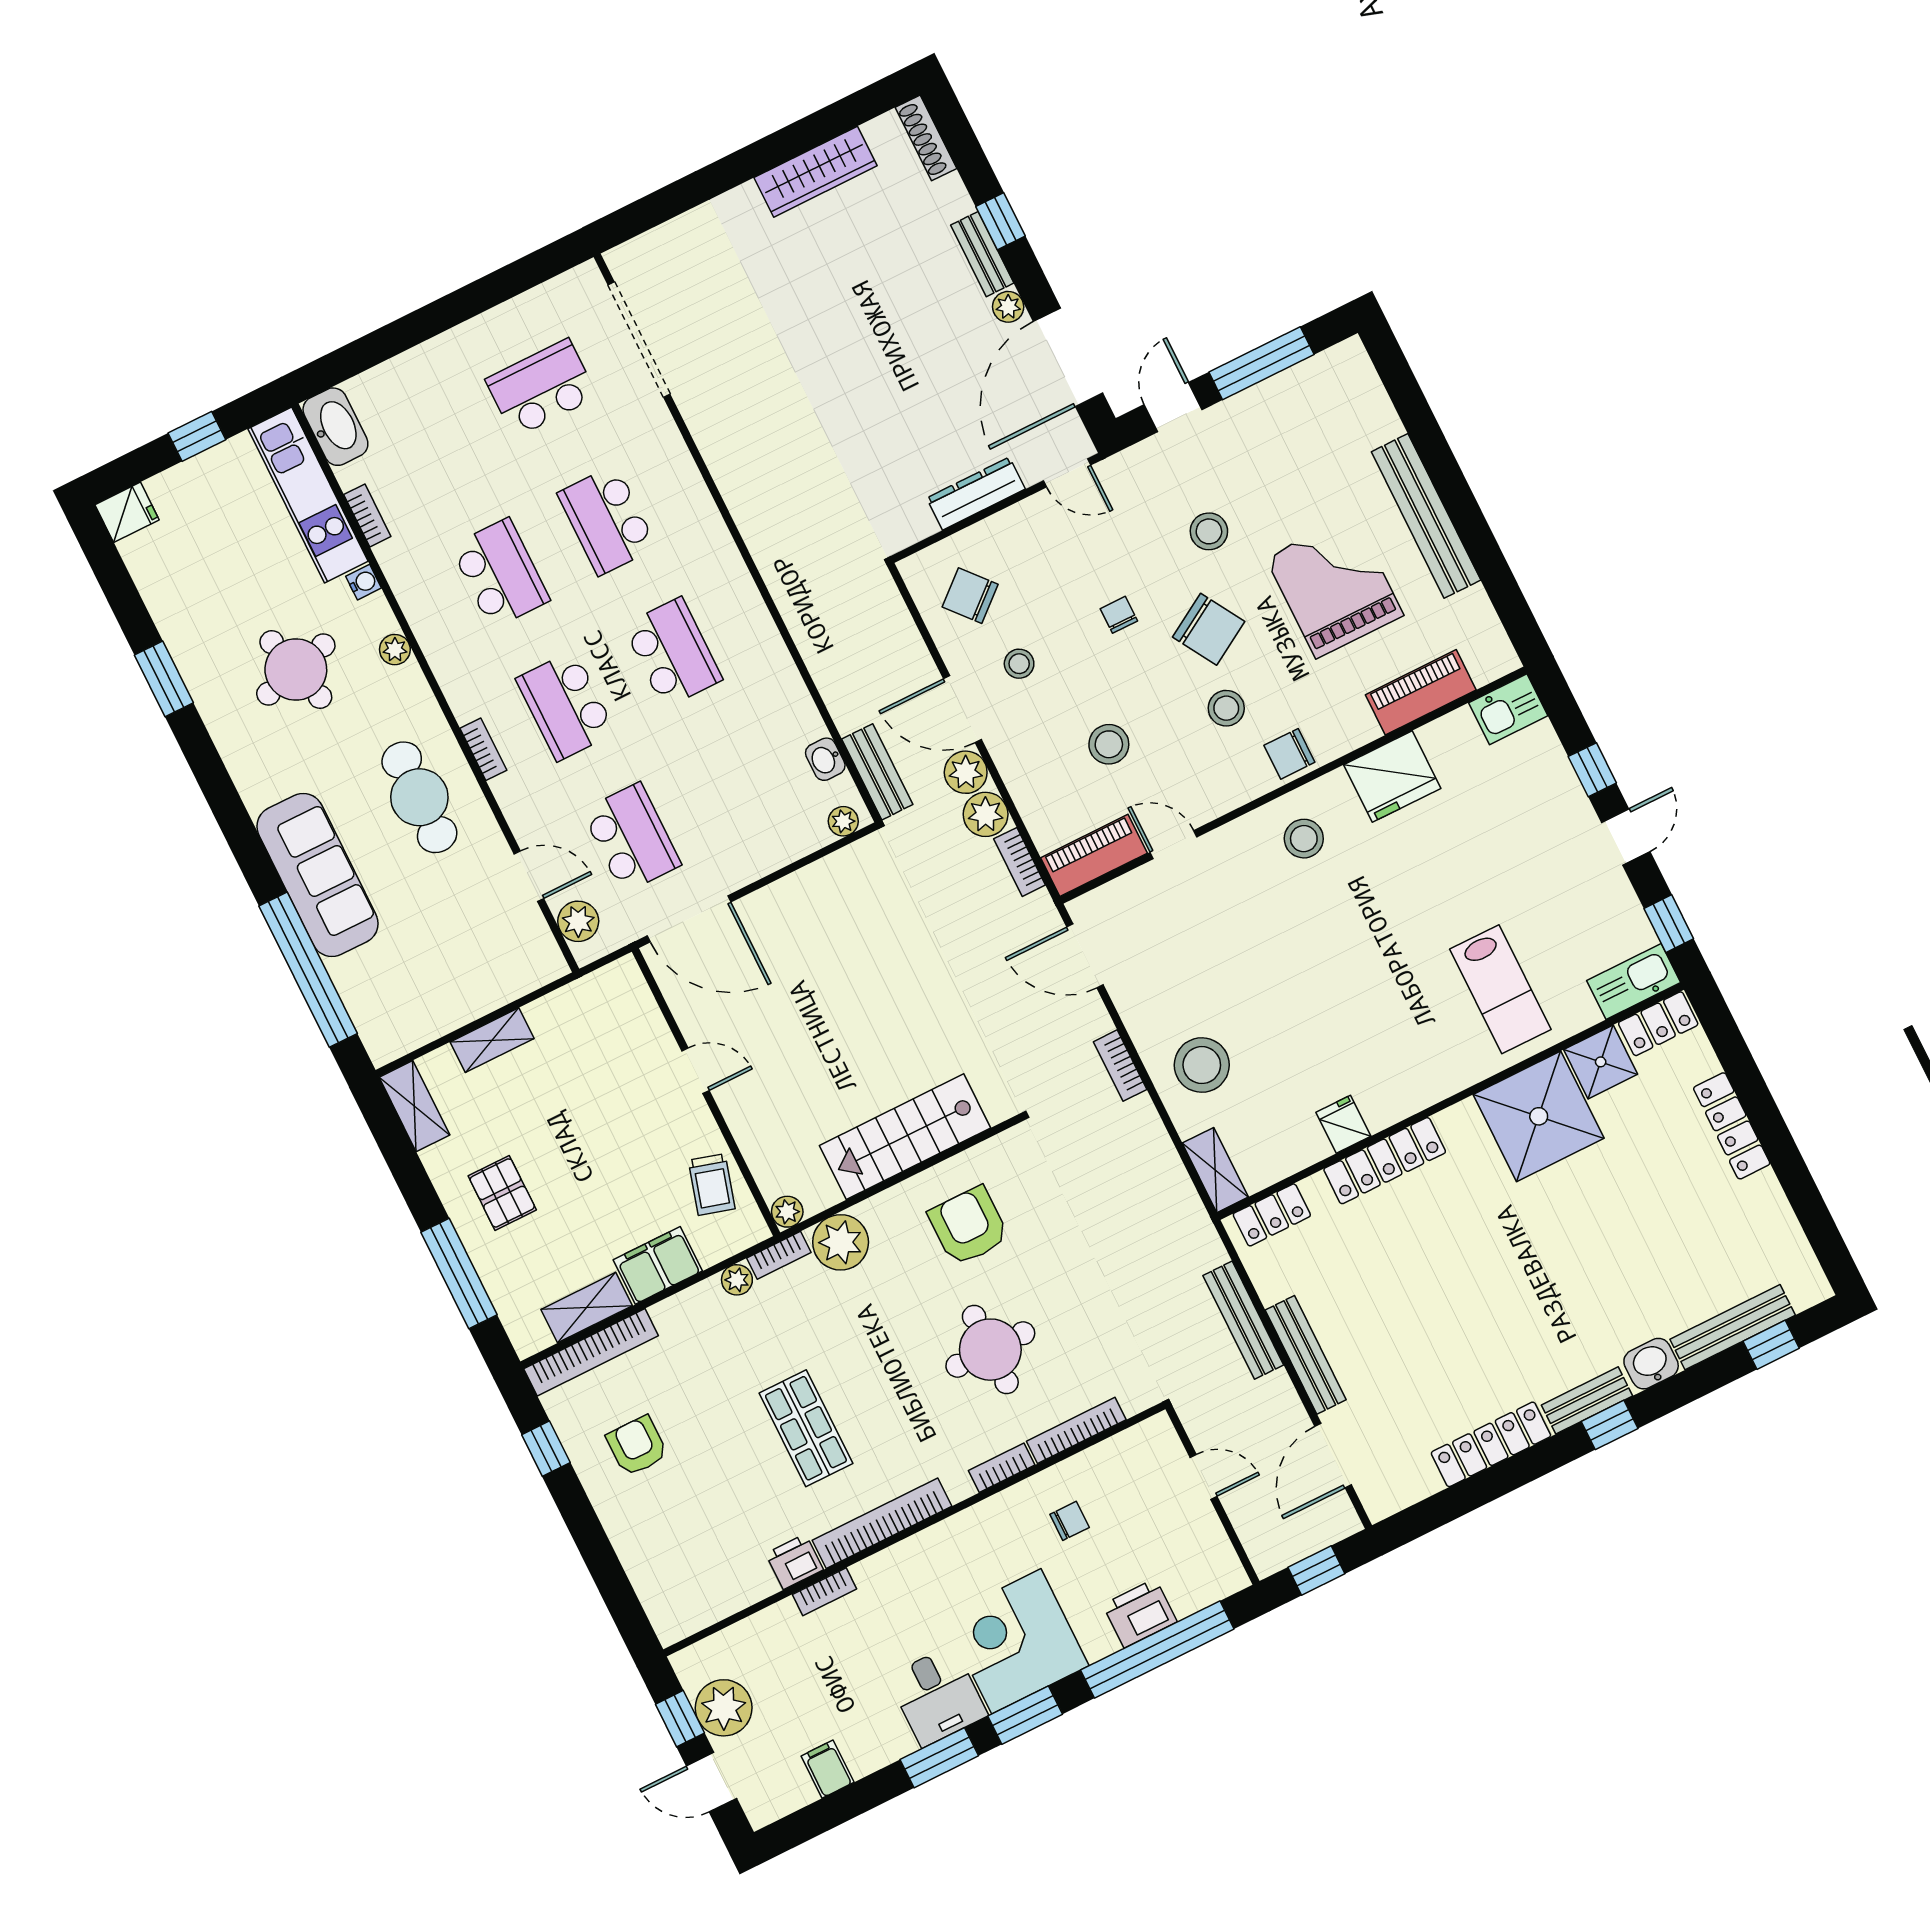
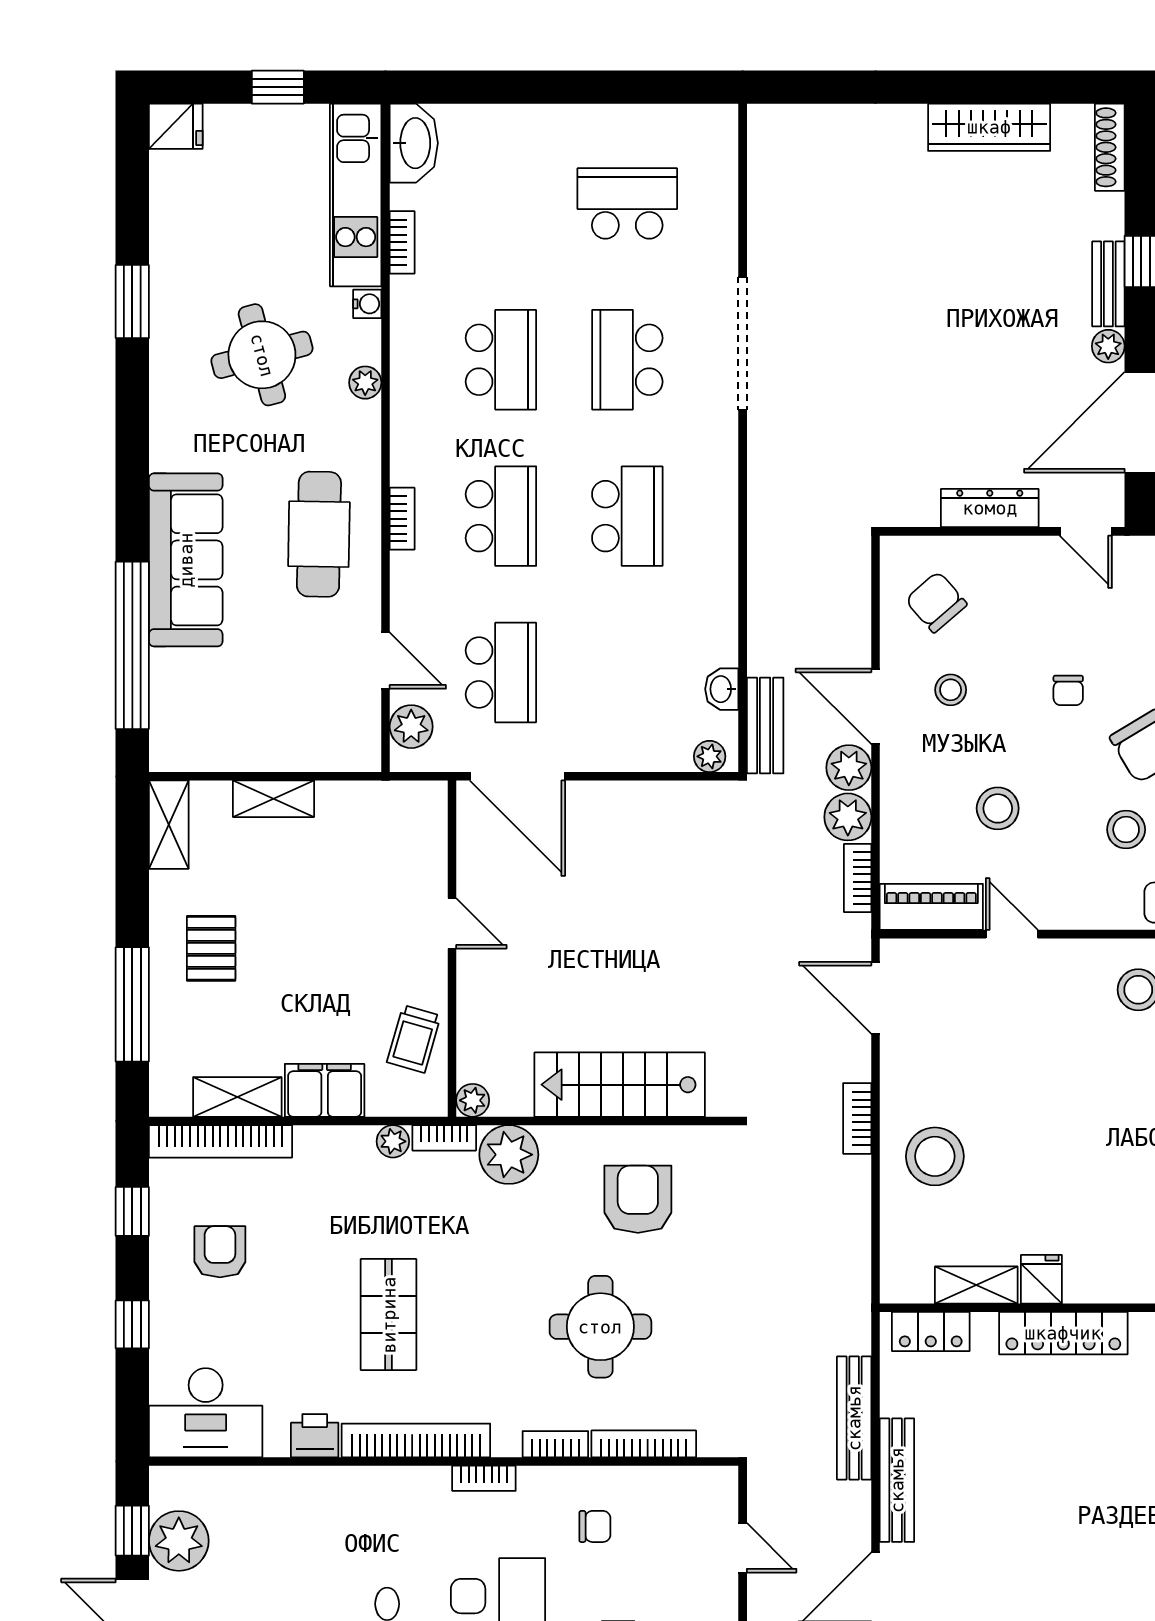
doorway: (639, 340) -> (743, 343), moved
chair: (1119, 615) -> (1068, 690), turned 180
school desk: (566, 706) -> (501, 516), turned 180
shelving: (1215, 1170) -> (976, 1285), moved, turned 90
window: (593, 1544) -> (132, 1324), added
desk: (692, 1588) -> (206, 1413), added
bookcase: (825, 1592) -> (484, 1478), moved

